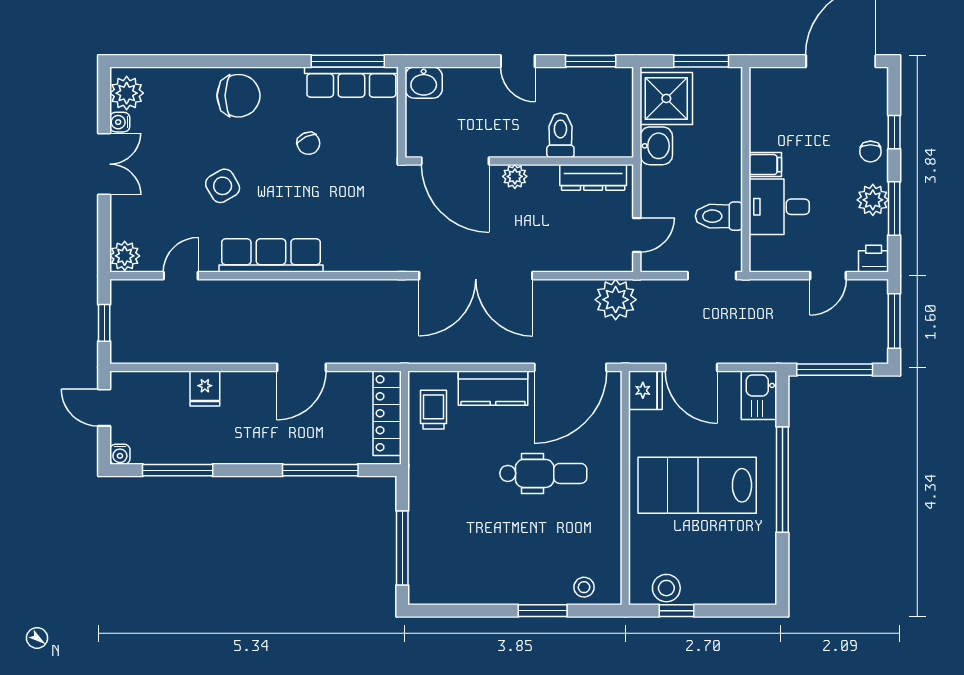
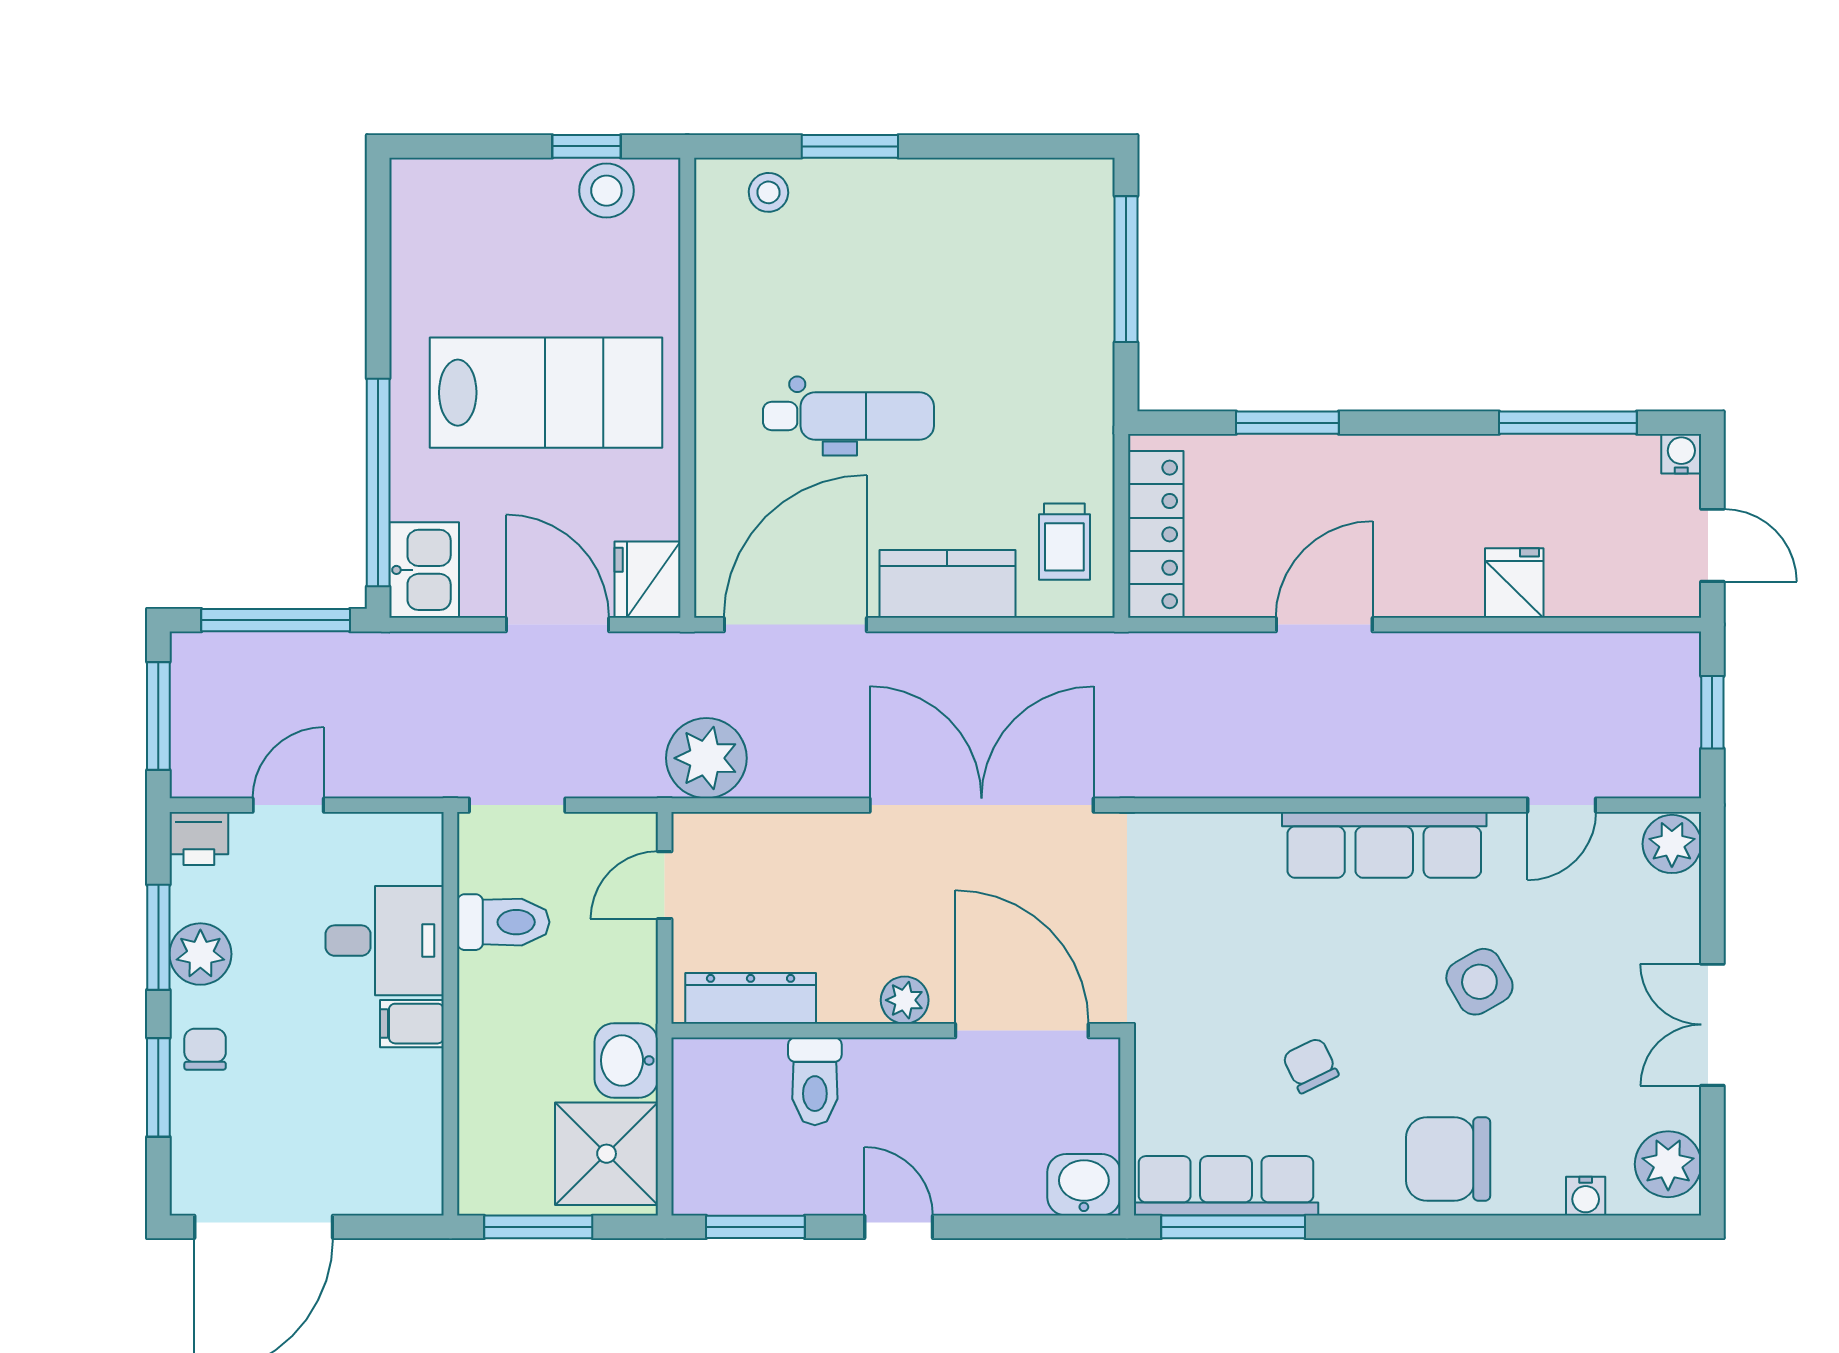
water cooler: (120, 122) -> (1586, 1196), moved, turned 90
window: (894, 132) -> (158, 1087), width x1.50
window: (320, 470) -> (1287, 423), width x0.69
dental chair: (543, 473) -> (848, 416), turned 180
window: (782, 480) -> (378, 483), moved

